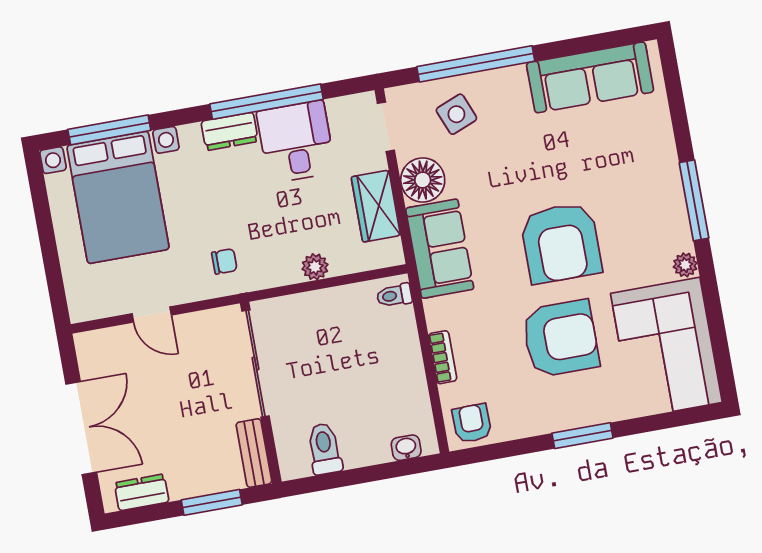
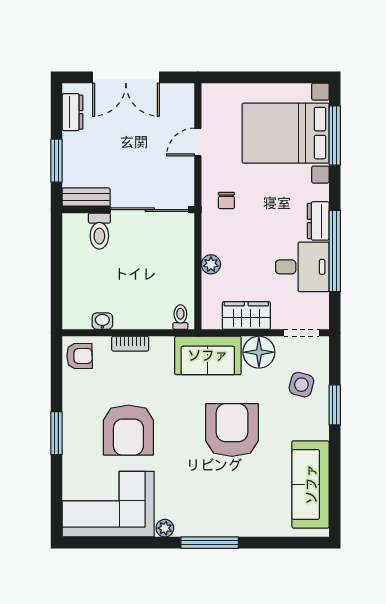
window: (476, 64) -> (335, 405), width x0.47
side table: (456, 114) -> (301, 385), turned 37
armchair: (561, 243) -> (232, 430), moved, turned 90
washbasin: (406, 448) -> (102, 321), moved, turned -90
toilet: (324, 449) -> (99, 231), moved, turned 90

